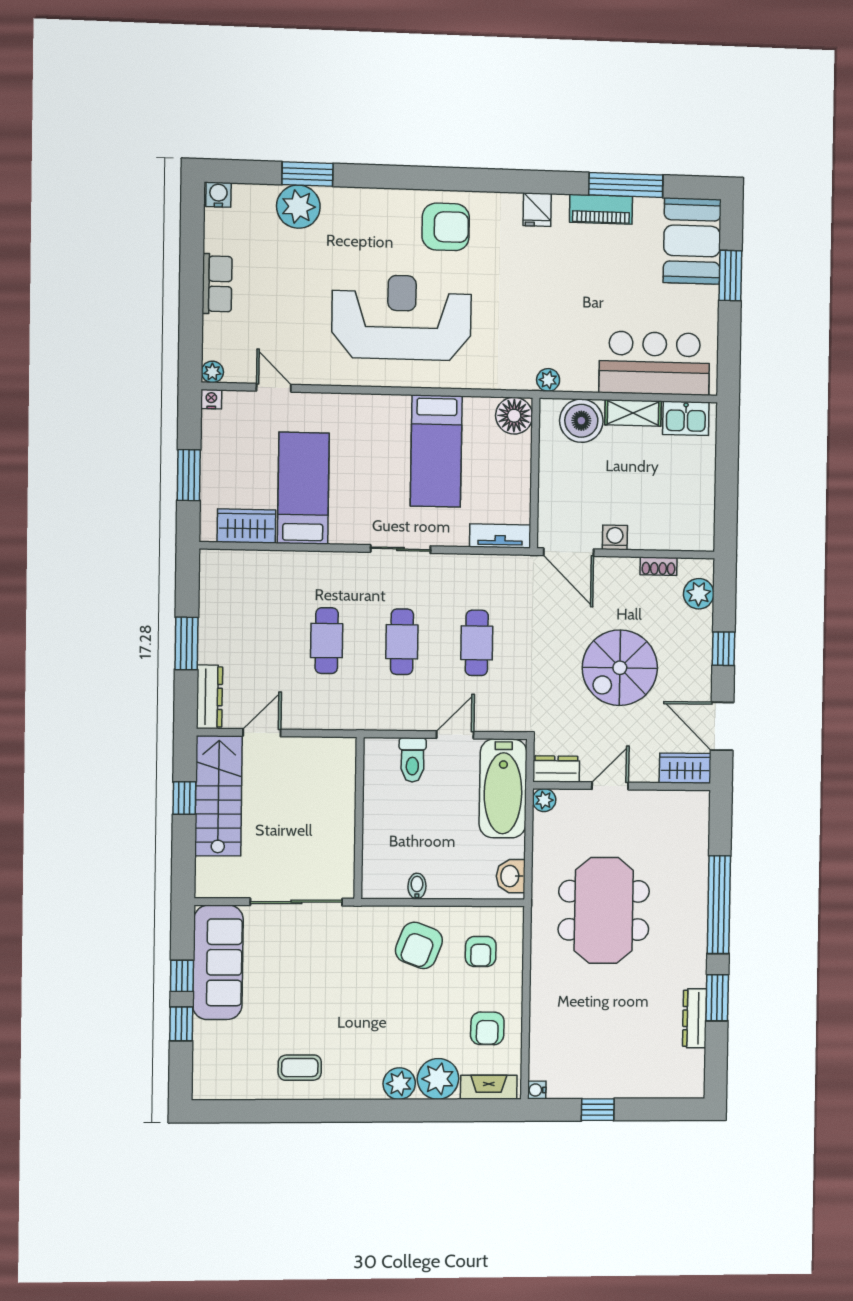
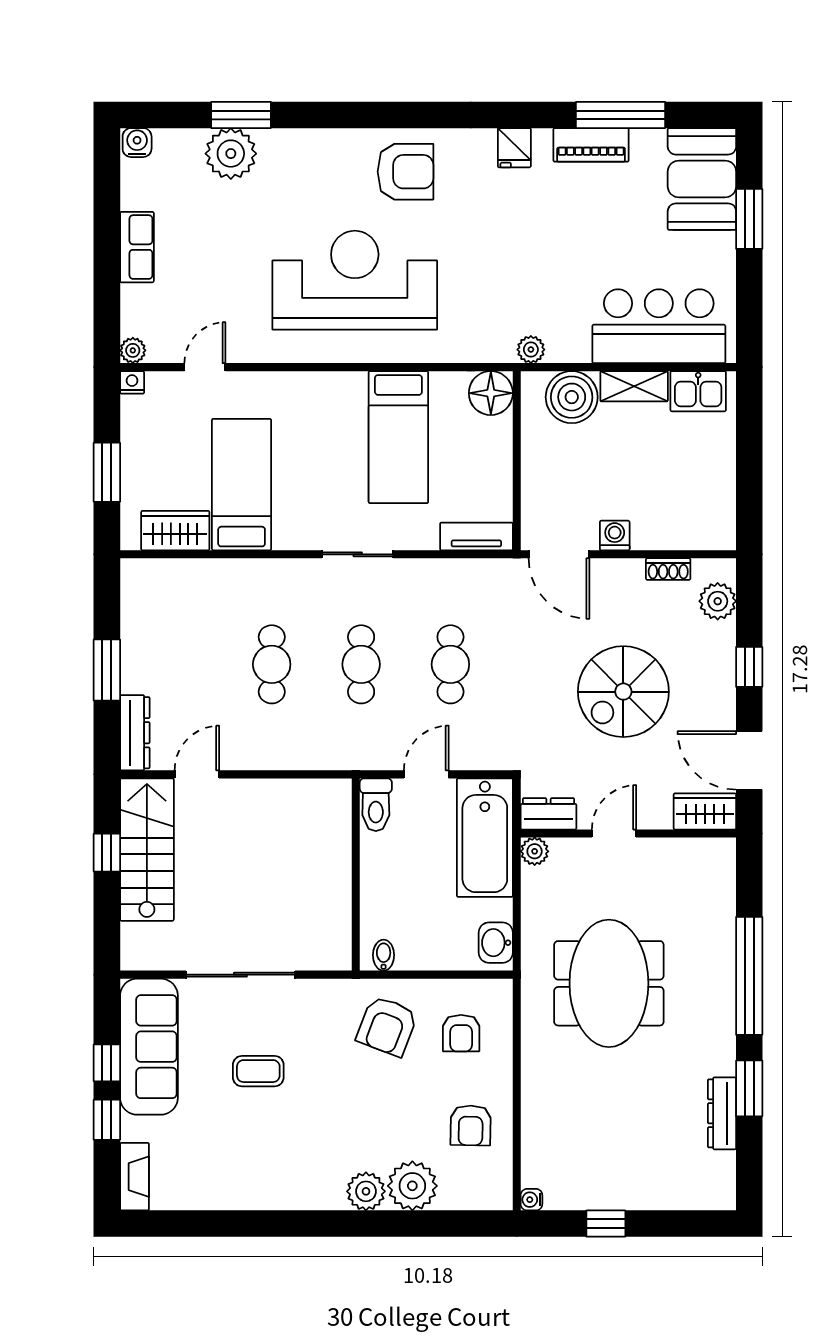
door: (274, 388) -> (205, 367), hinge flipped
wall: (359, 818) -> (356, 875), moved
coffee table: (300, 1068) -> (258, 1071), moved
fireplace: (489, 1087) -> (134, 1177), moved, turned 90

